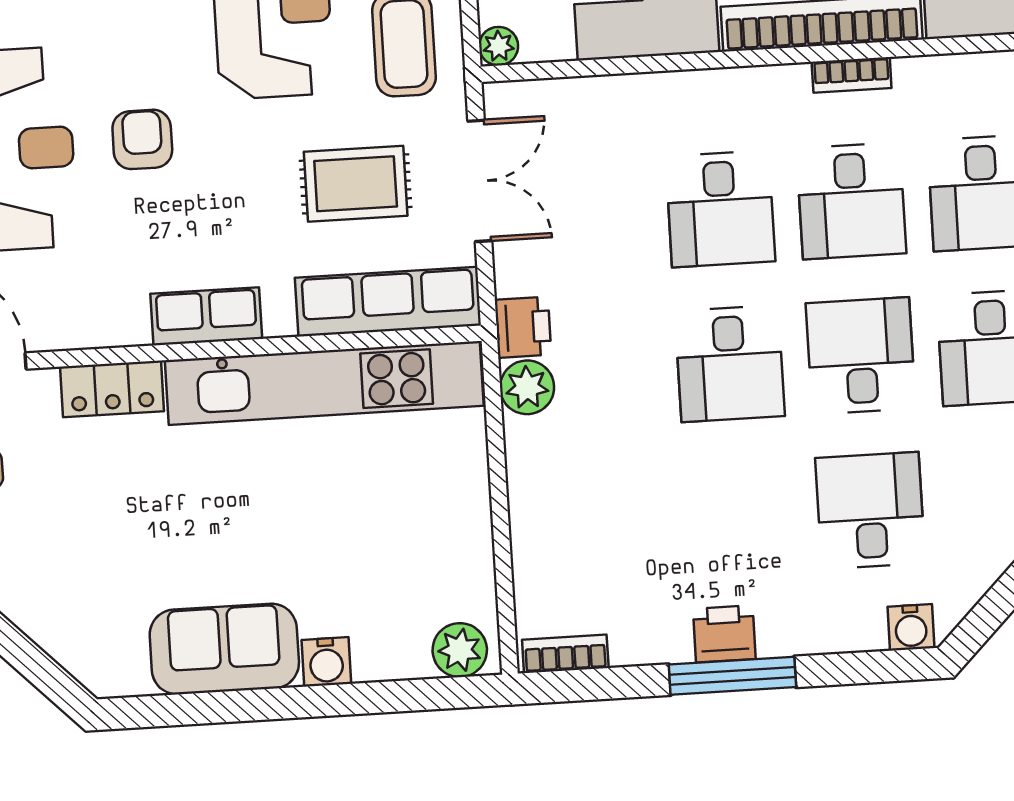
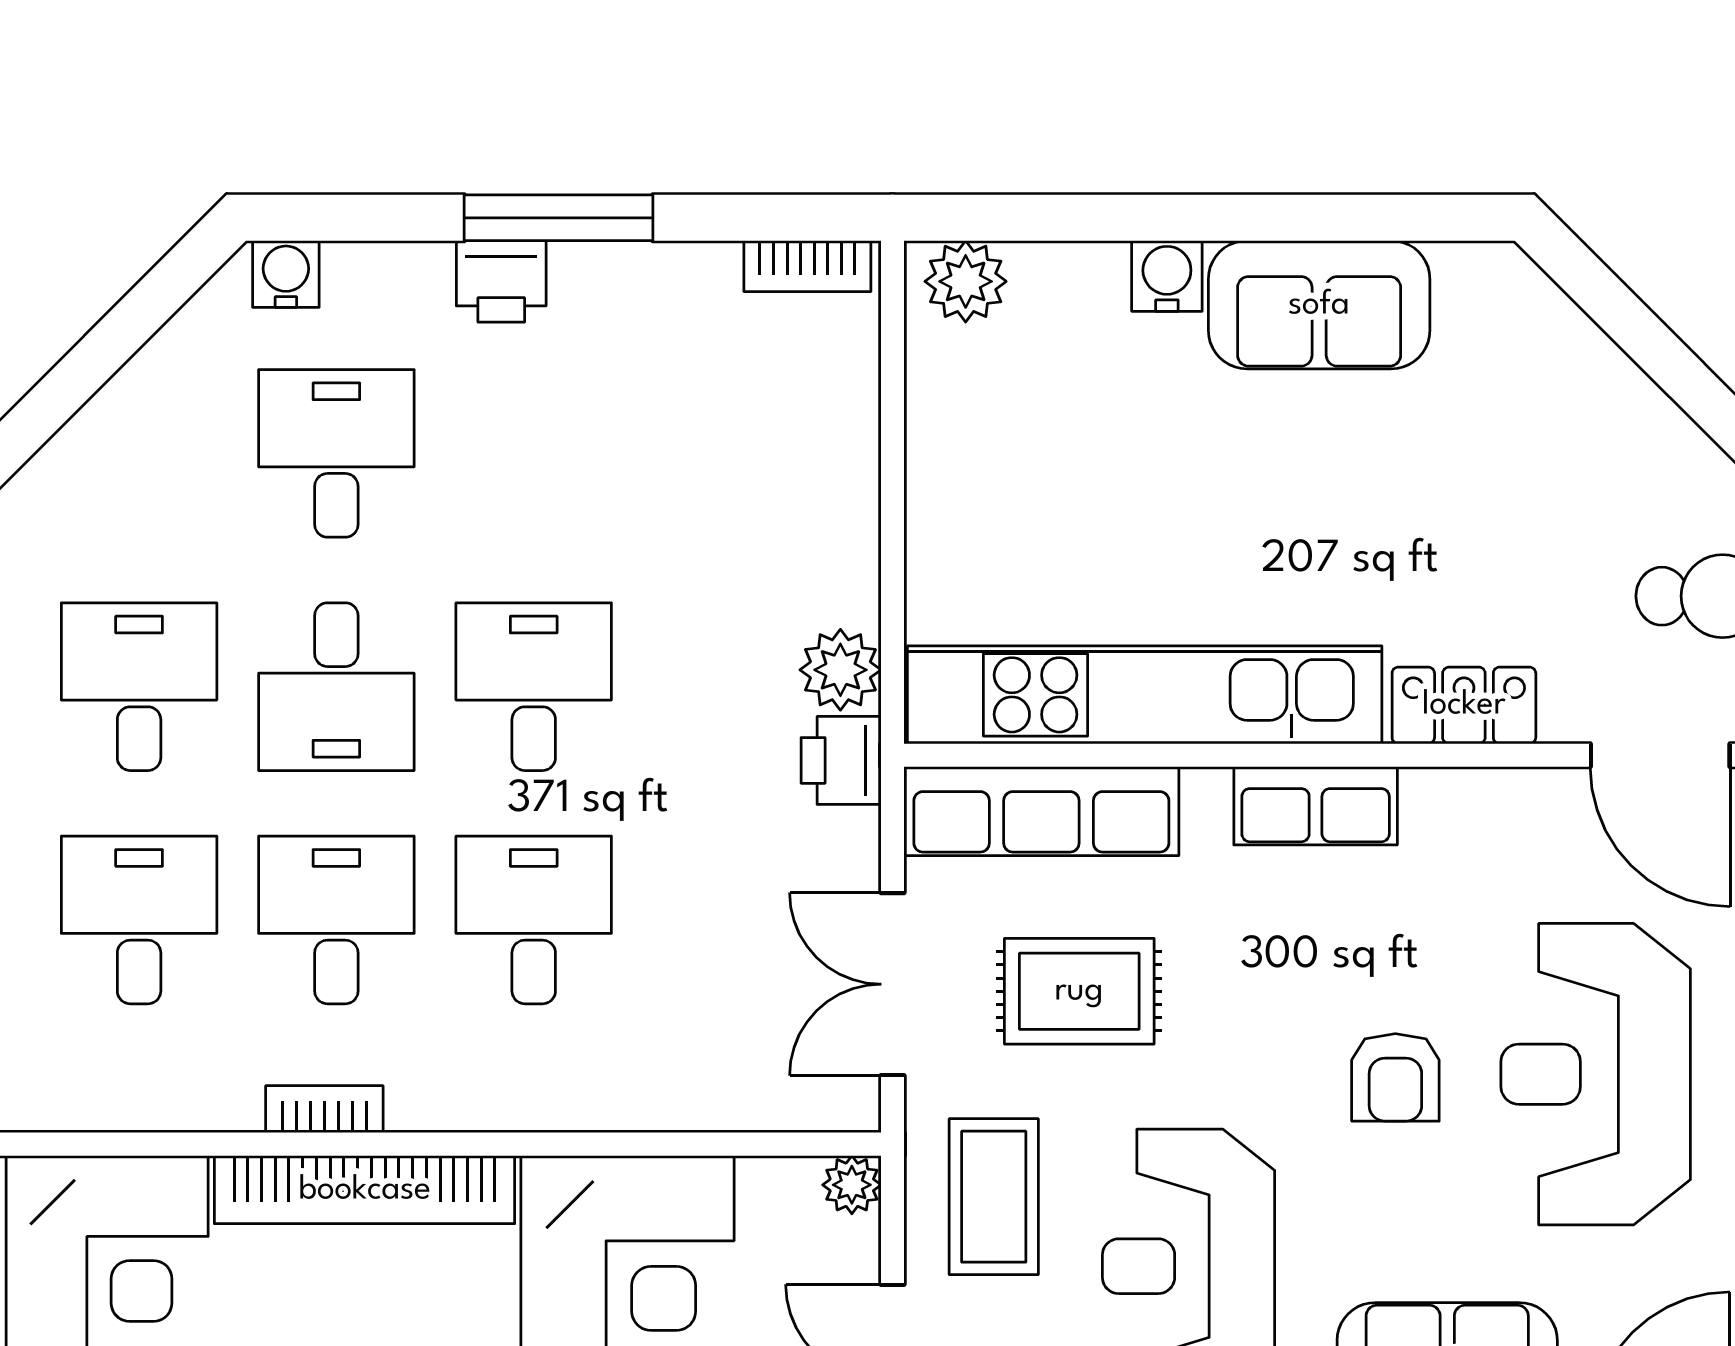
desk: (870, 510) -> (336, 453), turned 180
printer: (724, 634) -> (501, 281), moved

